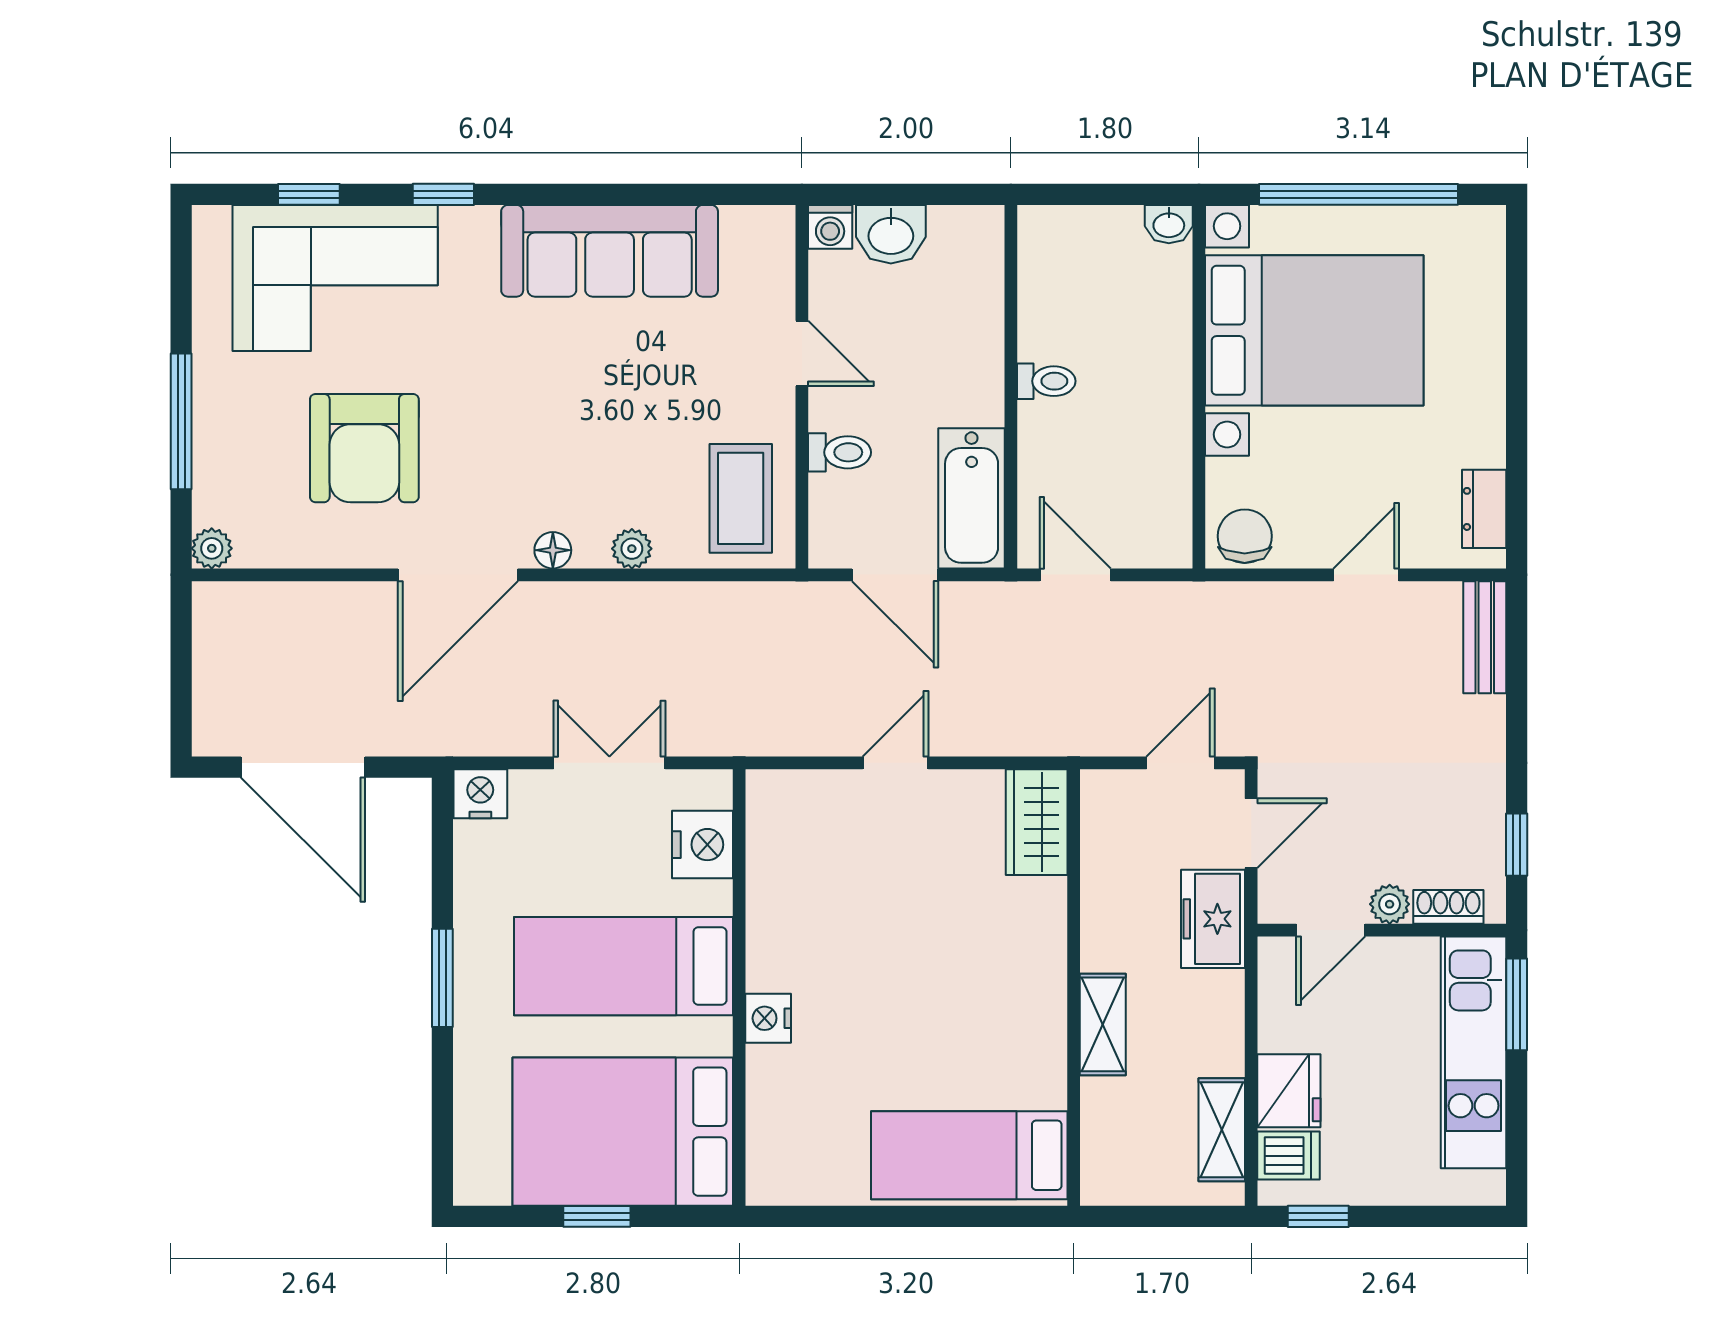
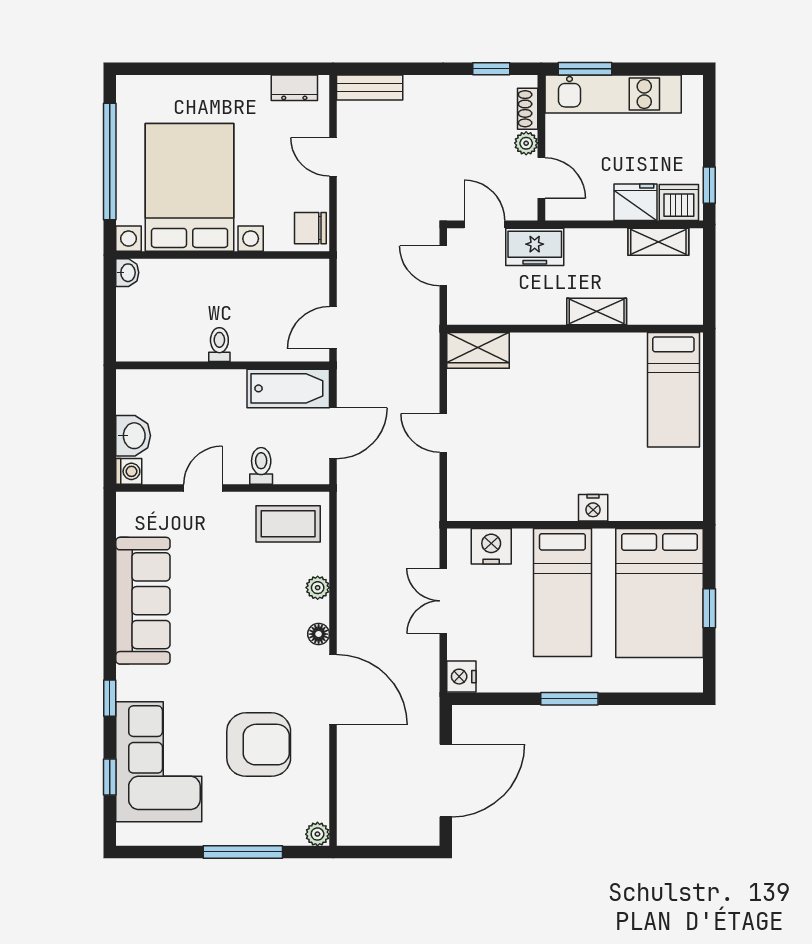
dishwasher: (1289, 1156) -> (679, 203), width x1.38

